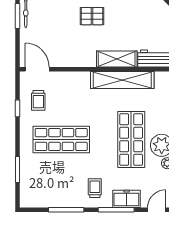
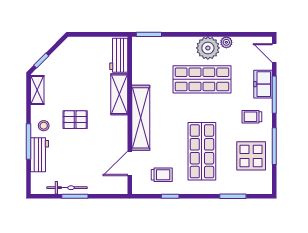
pallet: (92, 16) -> (75, 120), turned 90
door: (37, 69) -> (130, 163), moved
shelving: (122, 80) -> (141, 118), moved
display table: (57, 187) -> (251, 156), added

